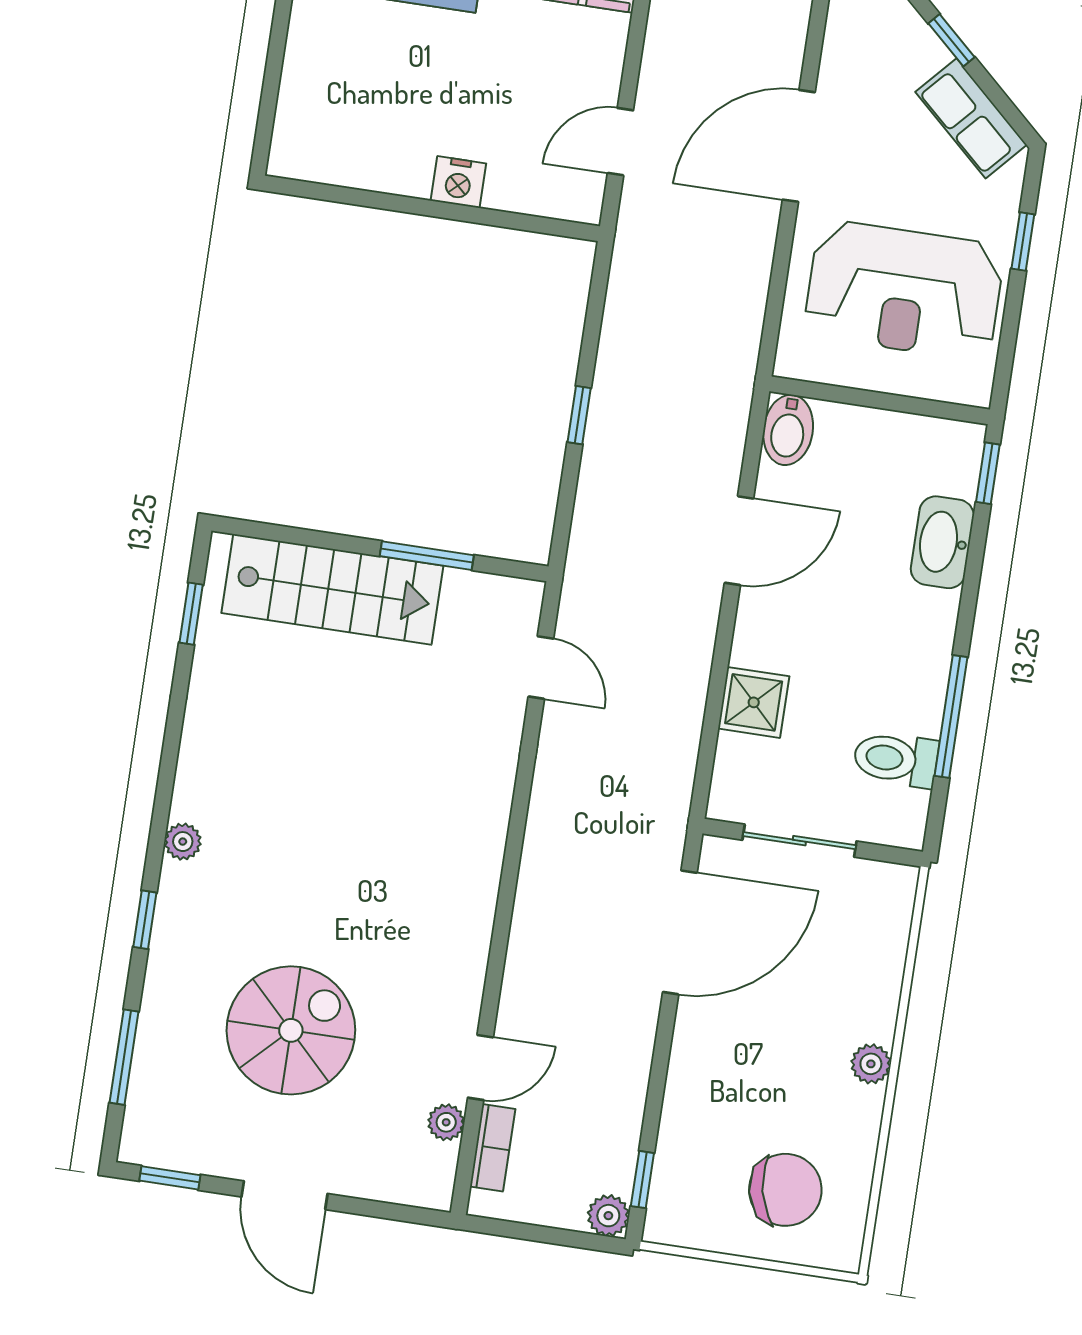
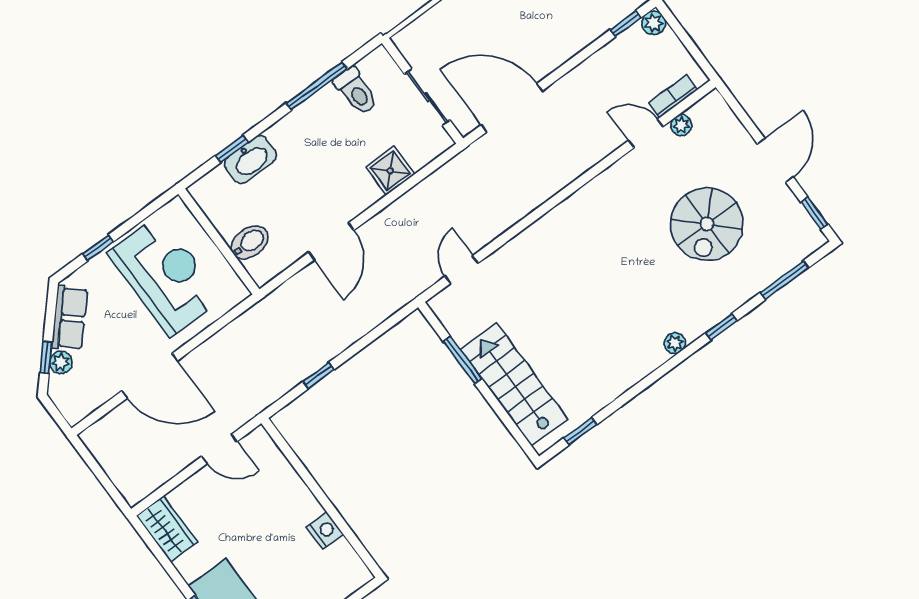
plant: (926, 52) -> (61, 362), added
nightstand: (458, 182) -> (325, 531), moved
window: (579, 415) -> (318, 376), moved
bidet: (788, 430) -> (250, 242), moved
window: (988, 473) -> (232, 149), moved
door: (739, 541) -> (331, 241), swing flipped
spiral stairs: (291, 1030) -> (707, 224), turned -90

